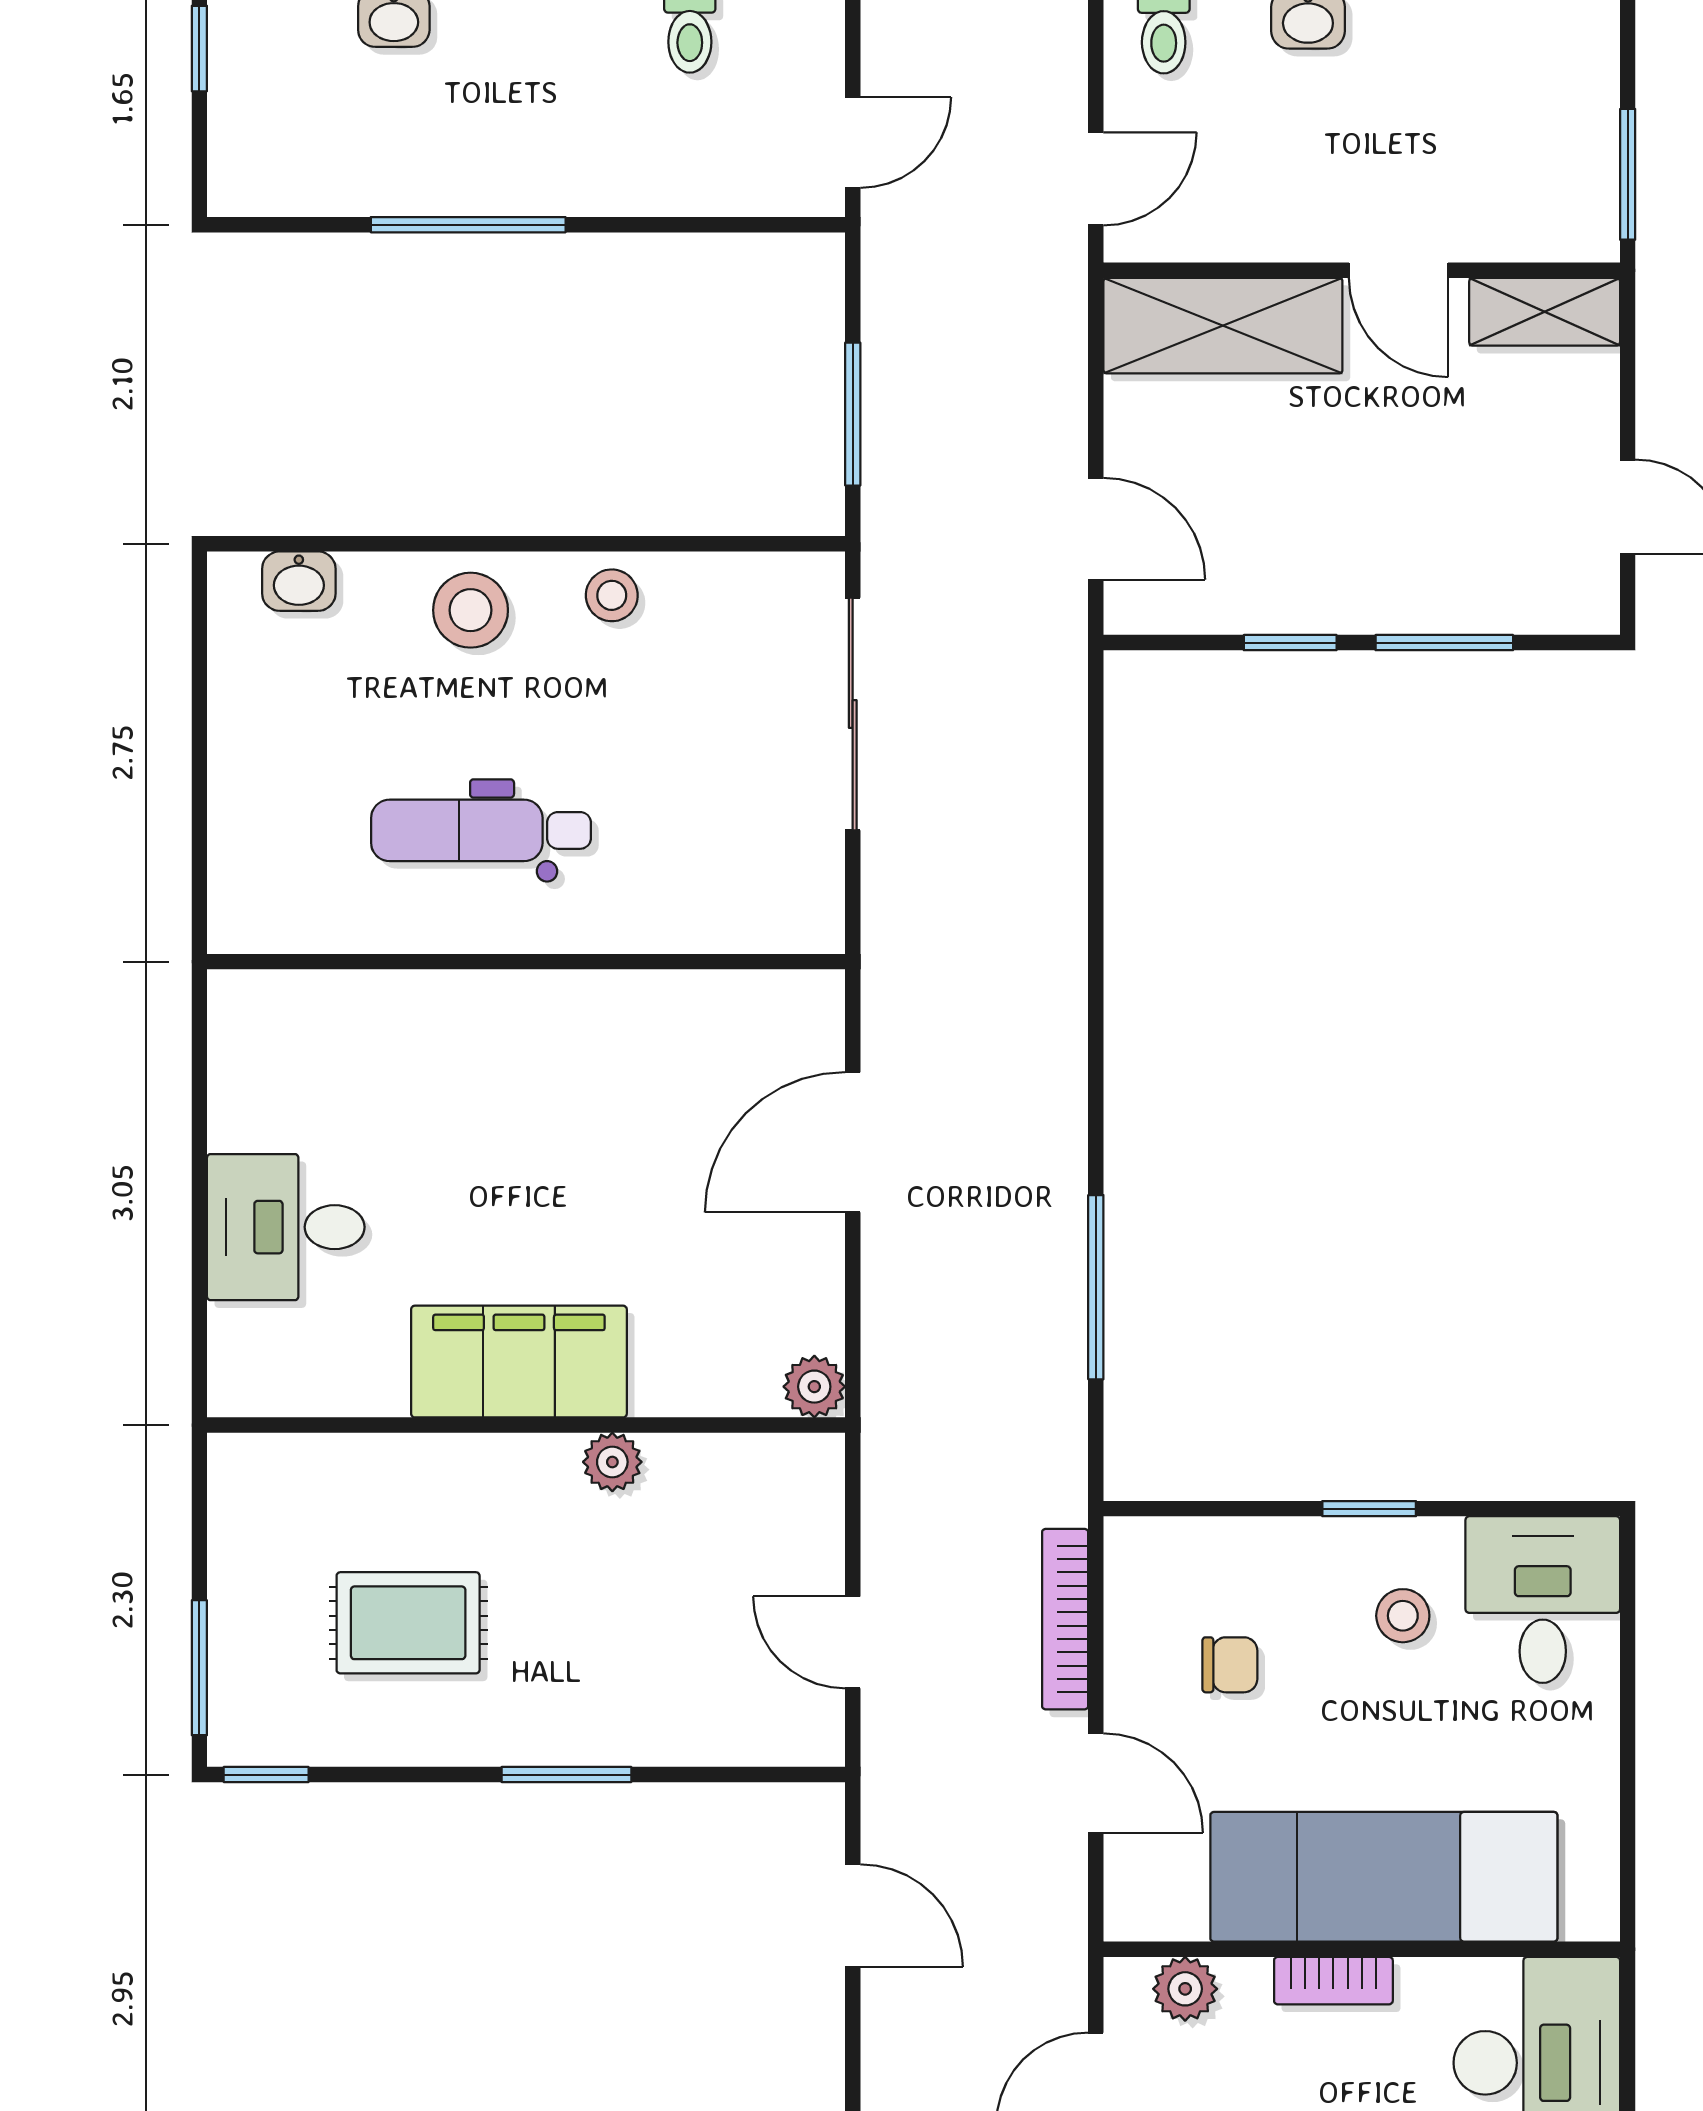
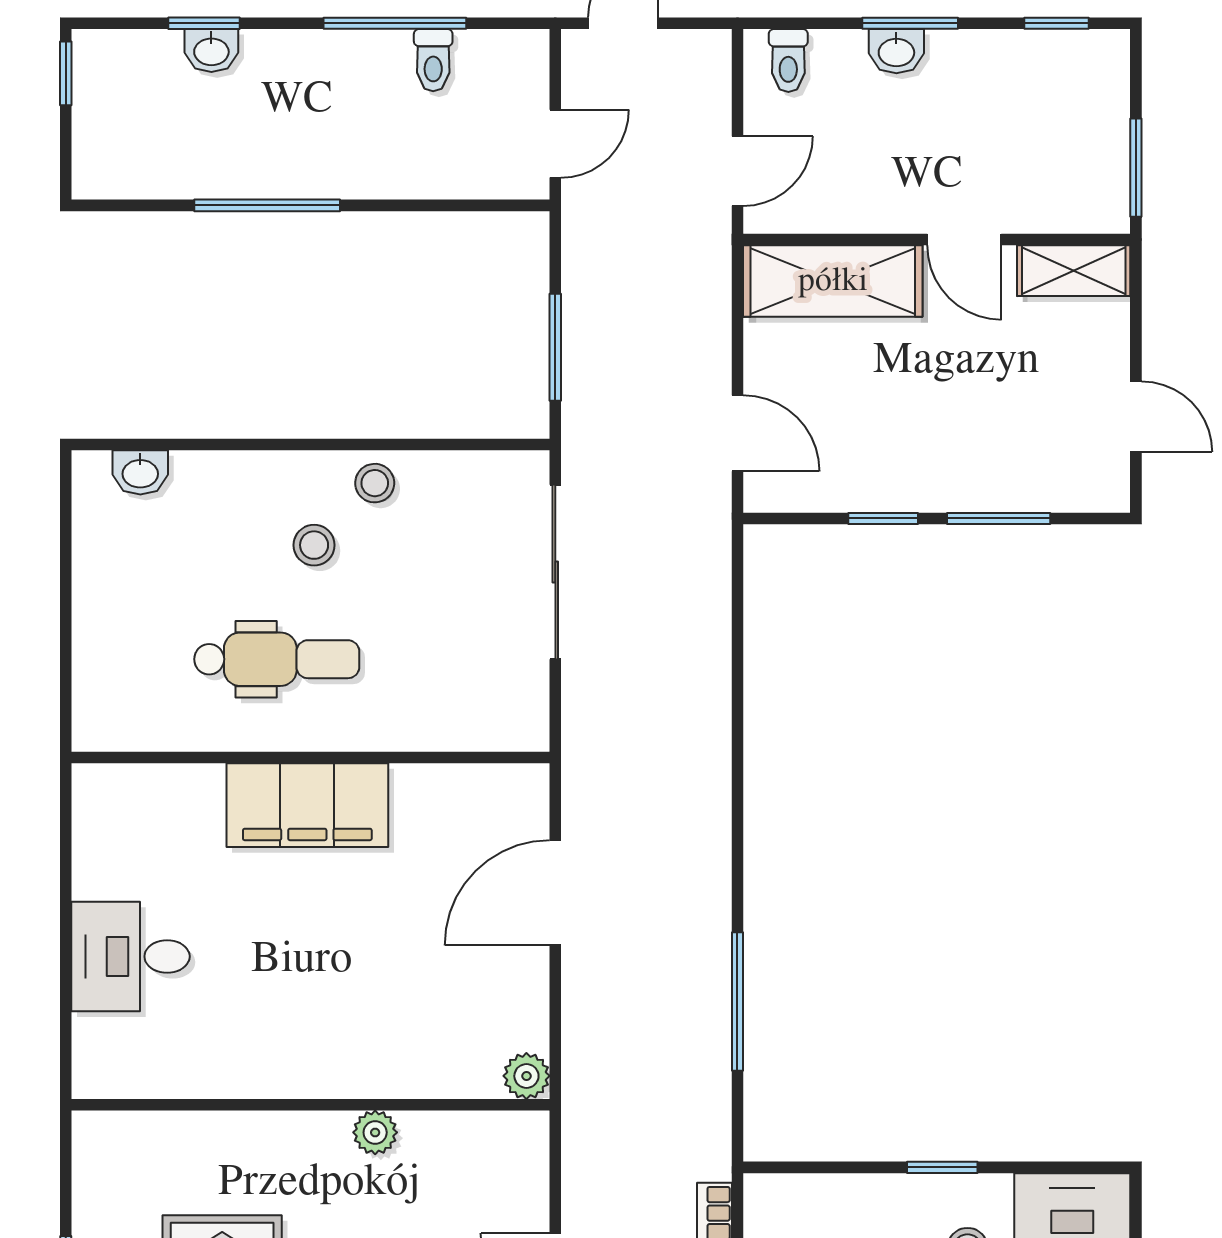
stool: (471, 610) -> (314, 545), moved, width x0.73, depth x0.73
dental chair: (481, 830) -> (277, 659), turned 180
filing cabinet: (519, 1362) -> (307, 805), moved, turned 180

